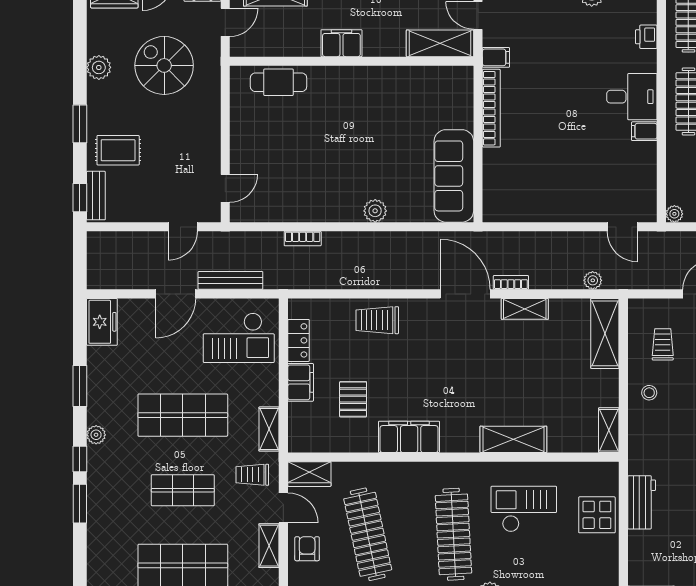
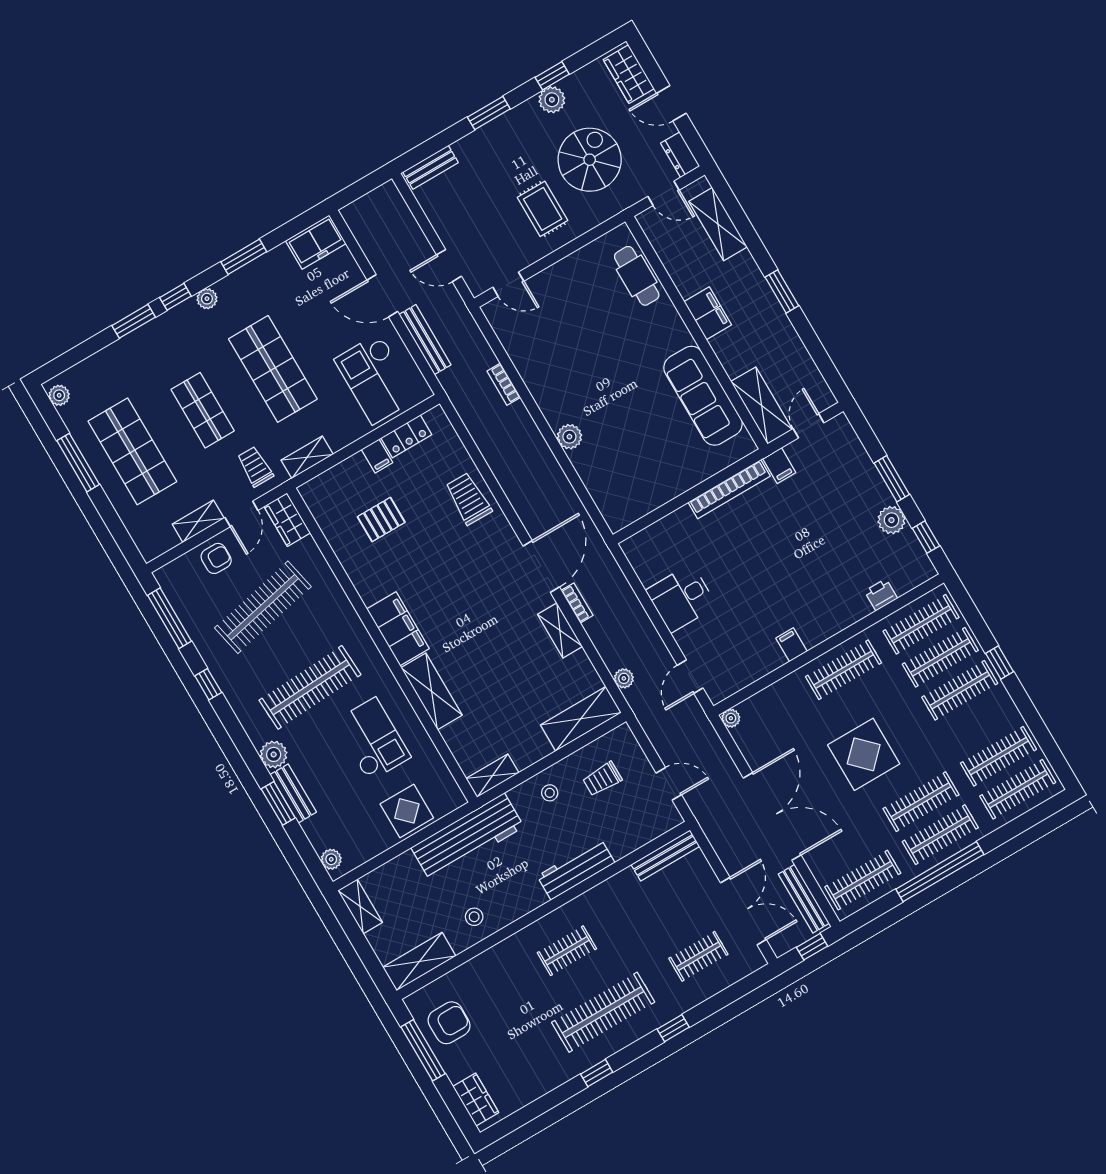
desk: (632, 97) -> (681, 598), moved, turned 90
rug: (118, 150) -> (543, 209), moved
sofa: (454, 176) -> (703, 396), moved, turned -90
window: (80, 198) -> (552, 76), moved
trolley: (663, 344) -> (602, 779), turned 180
filing cabinet: (301, 382) -> (377, 456), width x0.50
filing cabinet: (409, 437) -> (398, 629), moved
workbench: (642, 502) -> (467, 837), width x1.87, depth x1.32

